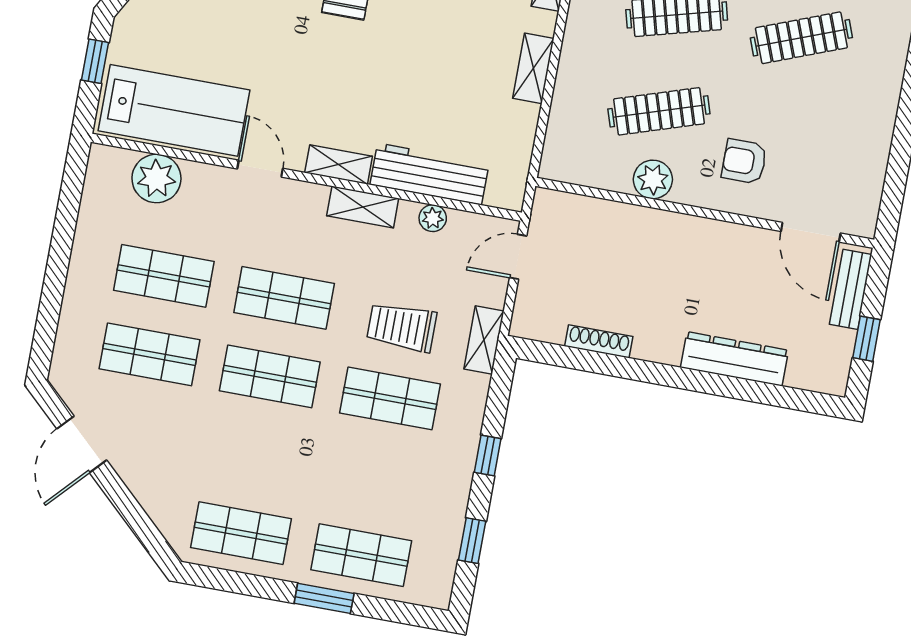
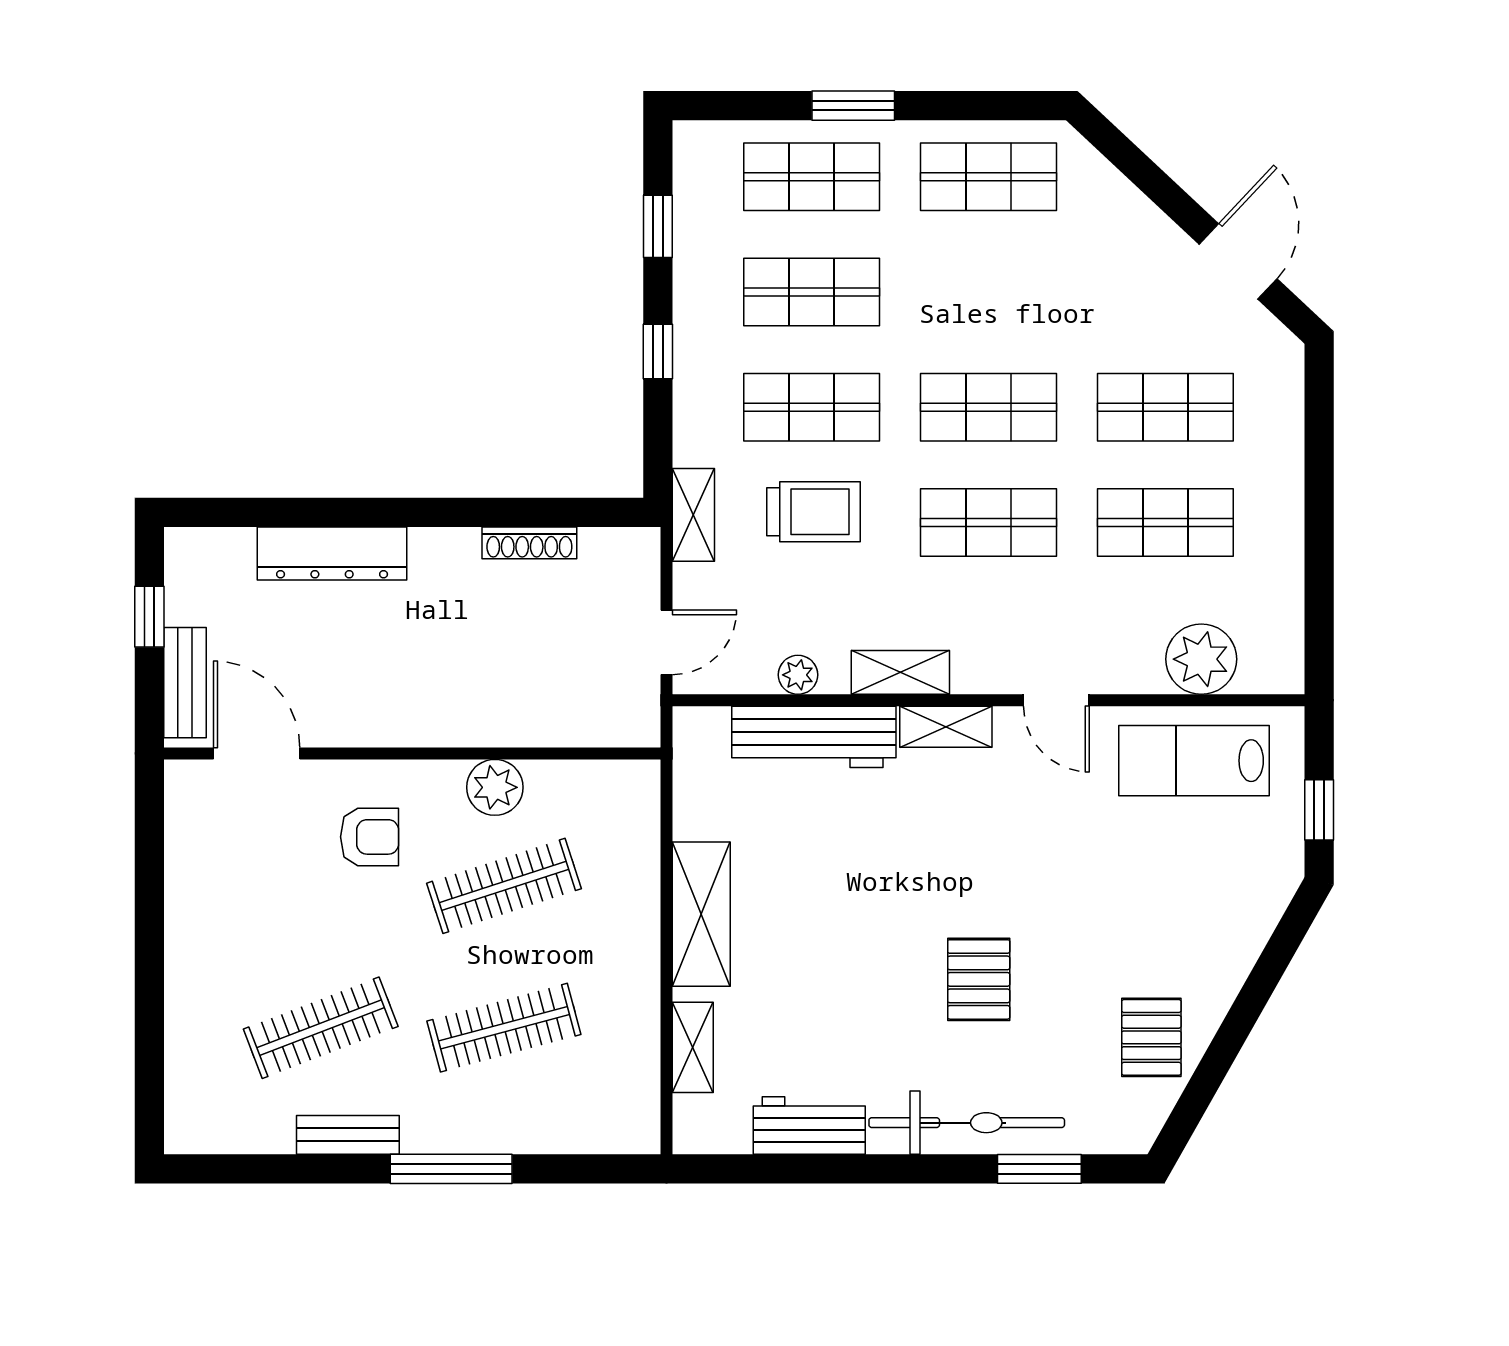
shelving: (533, 68) -> (701, 914), width x1.50, depth x1.33
lab bench: (174, 110) -> (1194, 761), width x0.73, depth x0.72
shop shelf: (376, 477) -> (812, 292), added

